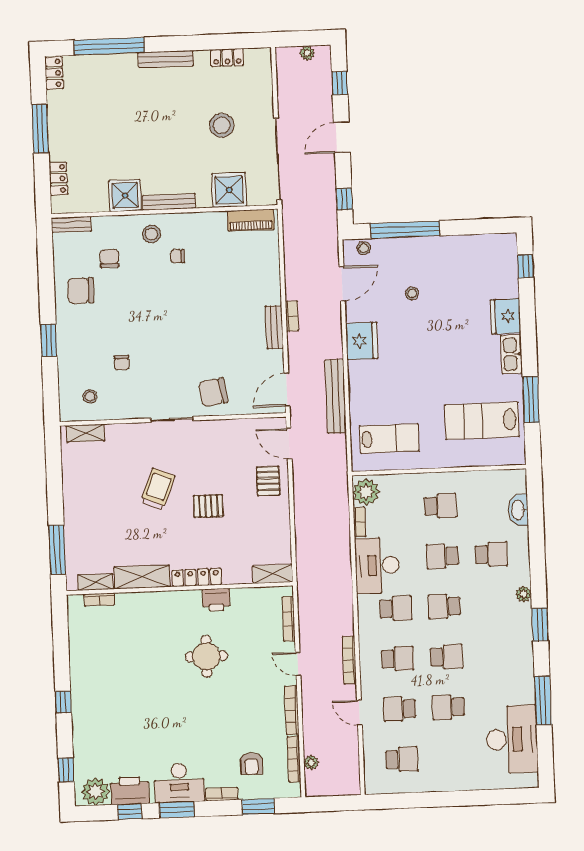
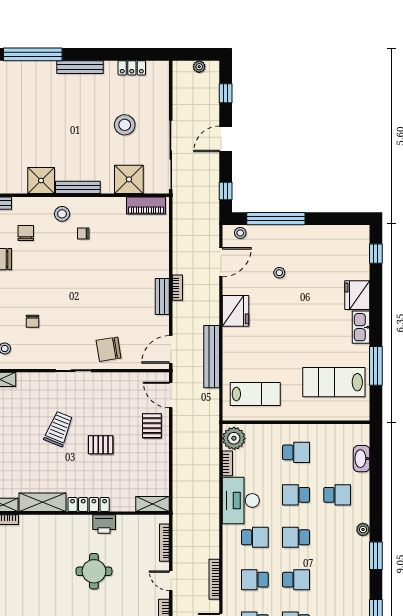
school desk: (398, 659) -> (255, 580), turned 180

